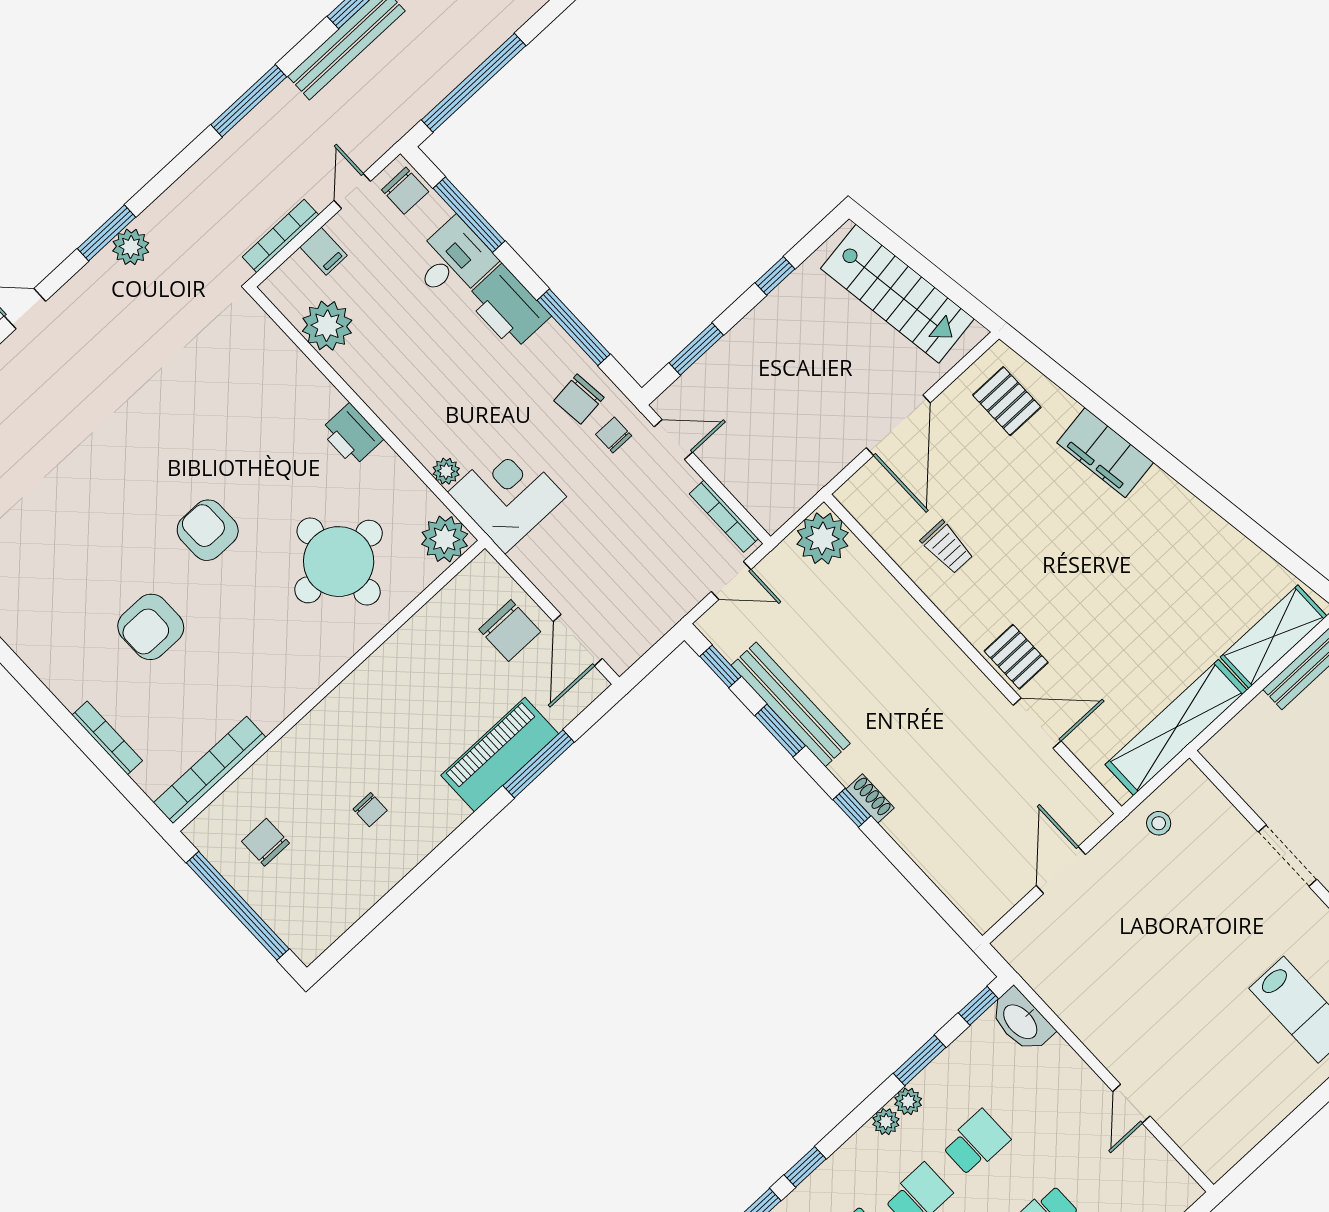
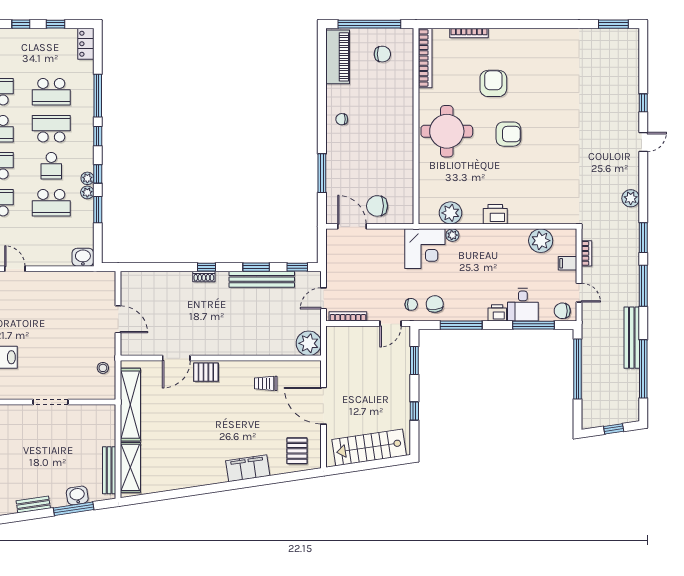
window: (106, 233) -> (643, 238), moved
bookcase: (281, 236) -> (586, 253), width x0.64
printer: (508, 307) -> (497, 313), width x0.53, depth x0.68
pallet: (1007, 401) -> (297, 451), turned 90
plant: (445, 539) -> (450, 213), moved
round table: (339, 562) -> (447, 131), moved
piano: (500, 755) -> (338, 57), moved
chair: (370, 810) -> (342, 119), moved
window: (978, 1006) -> (98, 174), moved
washbasin: (1021, 1021) -> (83, 257), width x0.72
school desk: (976, 1143) -> (51, 203), width x1.85

